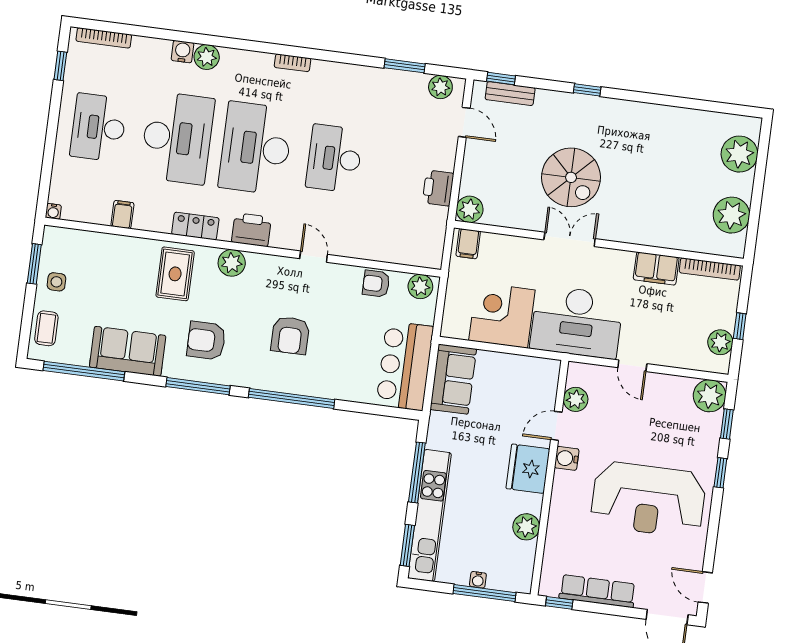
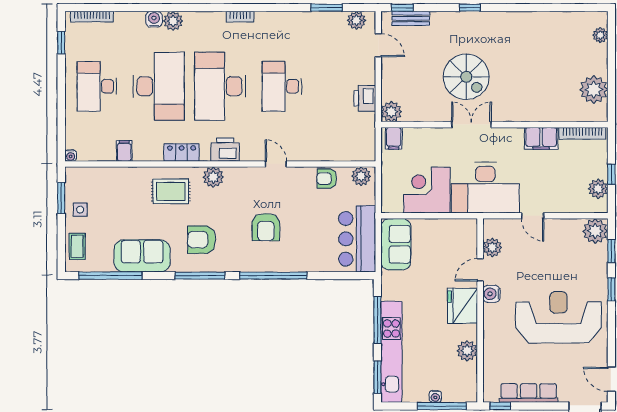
plant: (739, 154) -> (600, 35), width x0.53, depth x0.53
rug: (175, 274) -> (171, 191), turned 90
reception desk: (648, 500) -> (558, 317), turned 180

